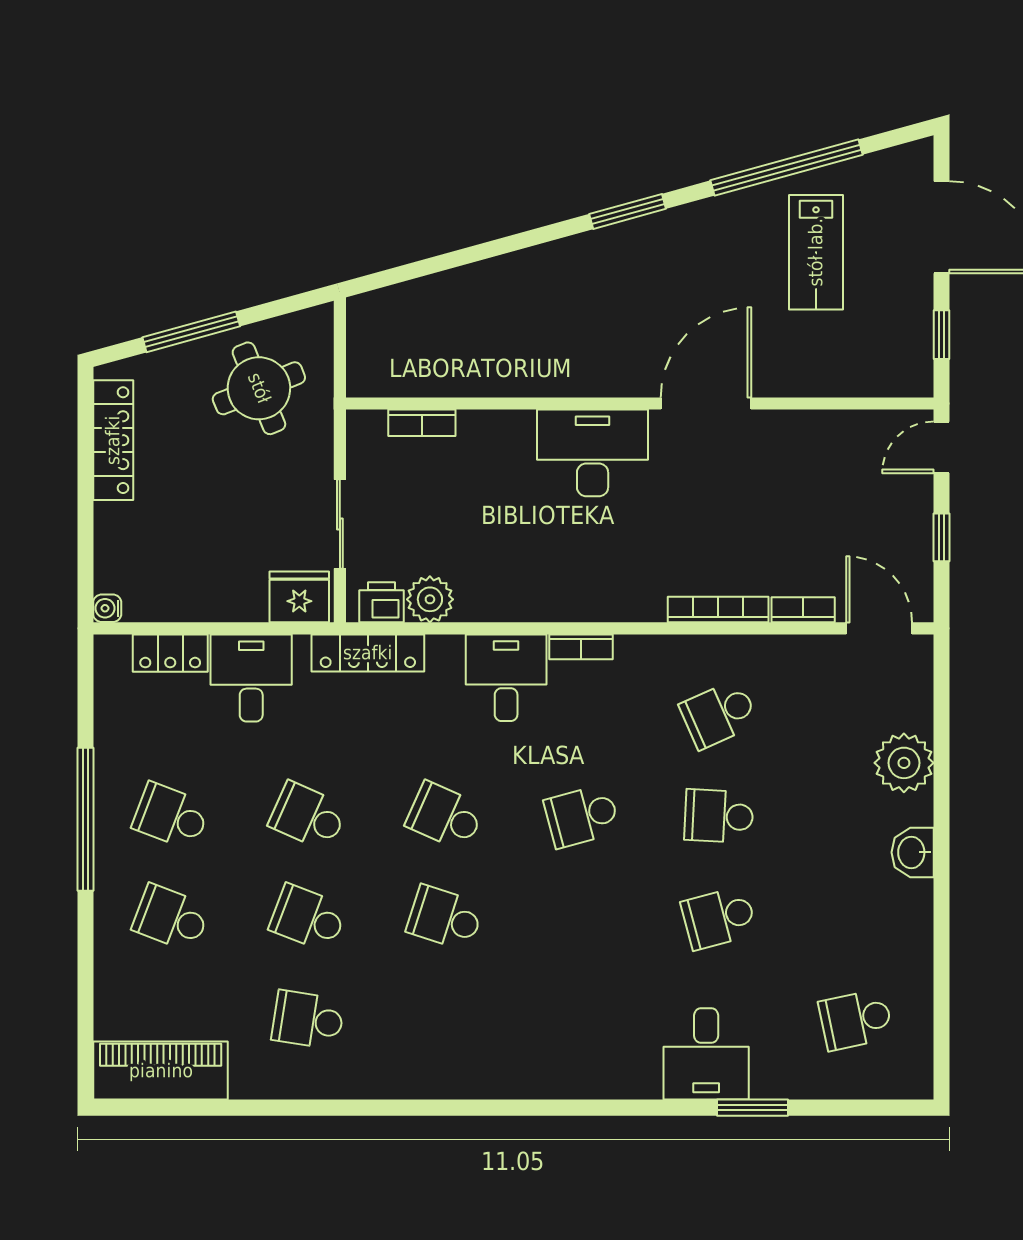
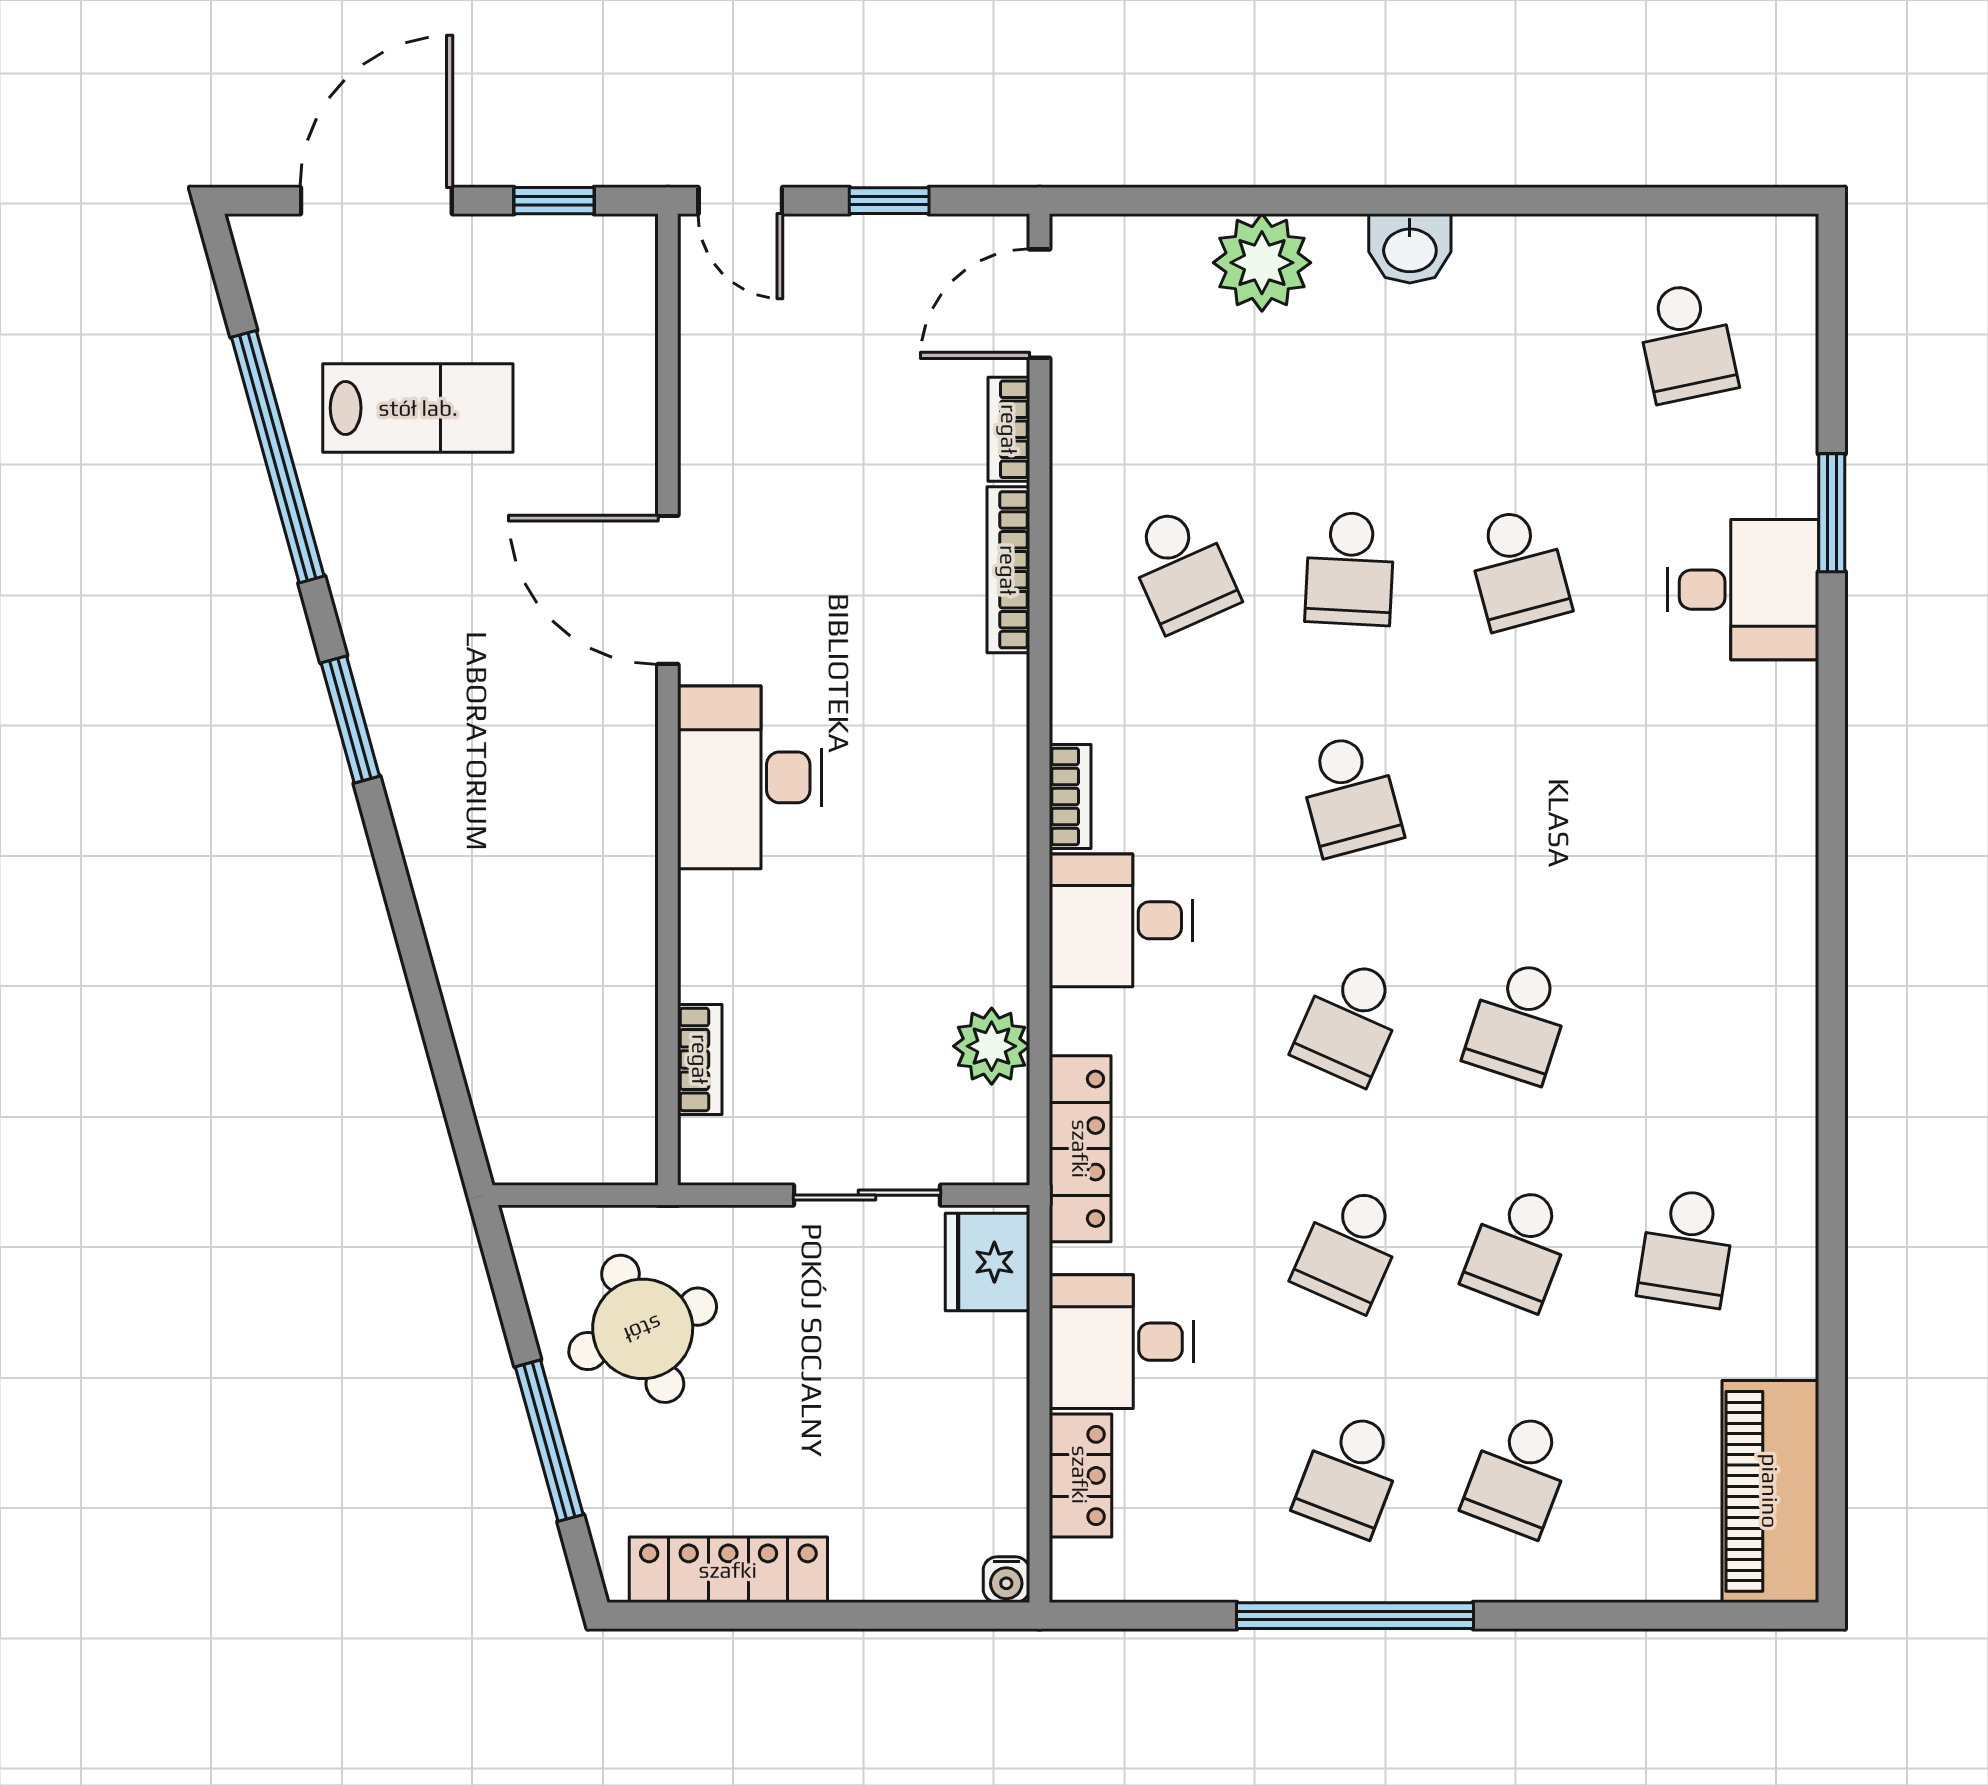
printer: (382, 602) -> (996, 1126), removed

